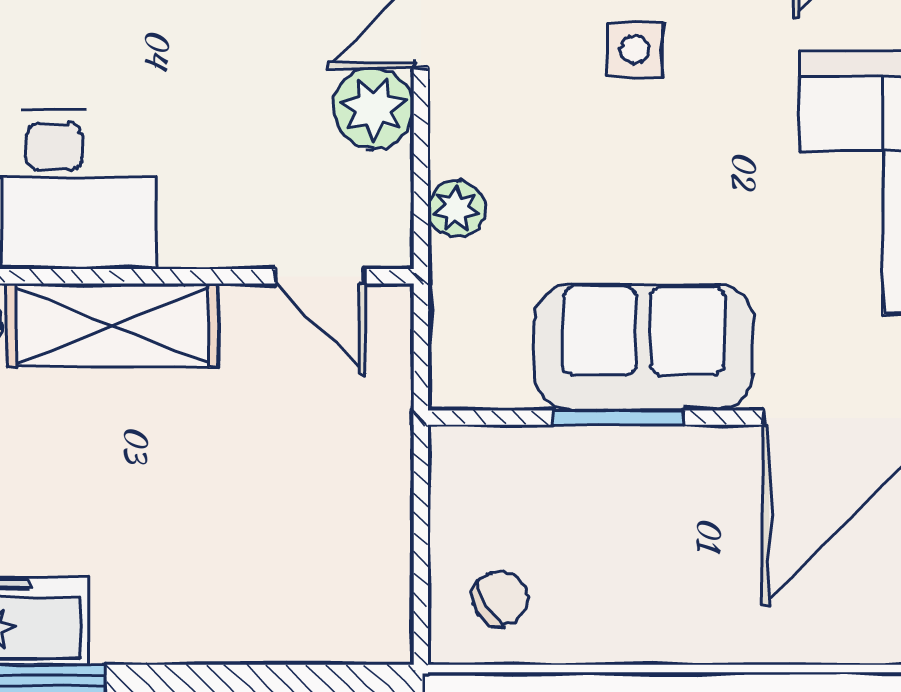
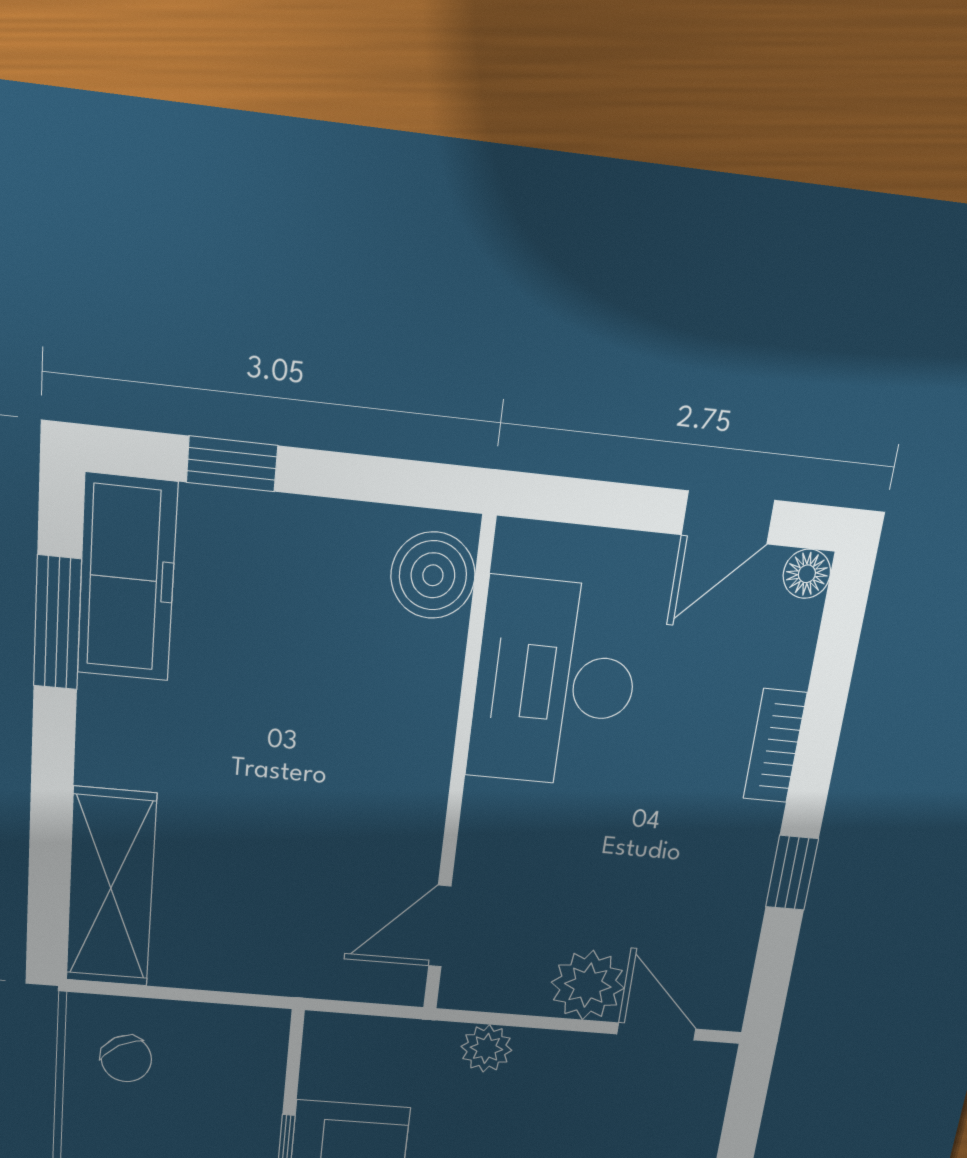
shelving: (112, 325) -> (111, 888), moved

